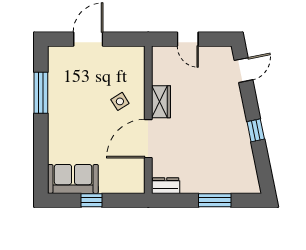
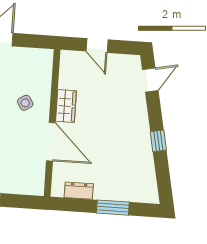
door: (148, 139) -> (51, 142), swing flipped
dresser: (166, 186) -> (79, 191), moved

